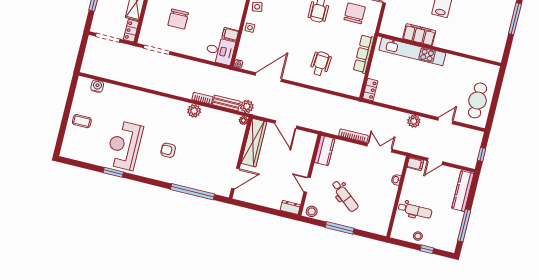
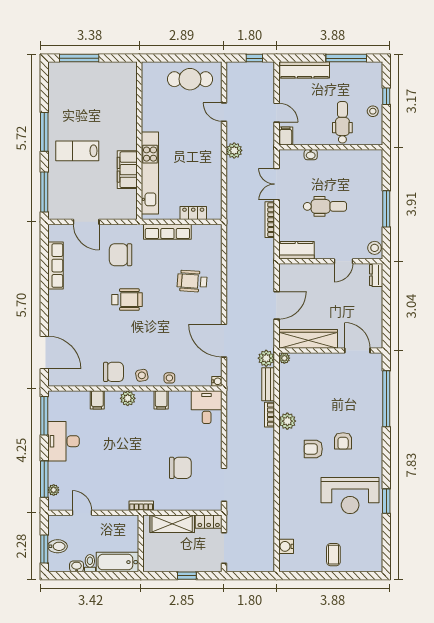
filing cabinet: (230, 34) -> (161, 400), moved
locker: (370, 90) -> (193, 213), moved
armchair: (167, 126) -> (313, 449), added
dental chair: (345, 196) -> (325, 206), moved, turned 51

